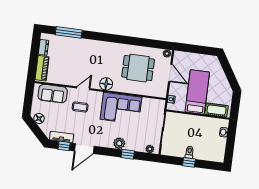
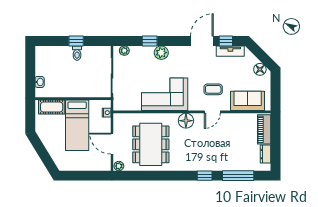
window: (97, 36) -> (205, 176), added
dining table: (138, 68) -> (151, 144), width x1.38

